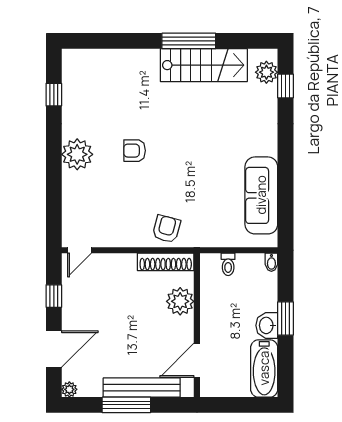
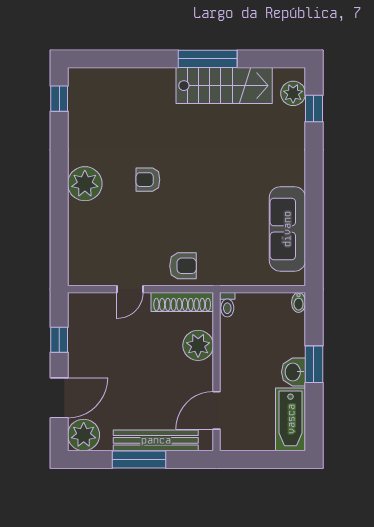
window: (54, 95) -> (59, 99), moved
armchair: (166, 229) -> (183, 266), turned 75
door: (80, 250) -> (130, 289), moved
toilet: (228, 264) -> (227, 305), moved
plant: (69, 389) -> (84, 435), width x1.87, depth x1.87

